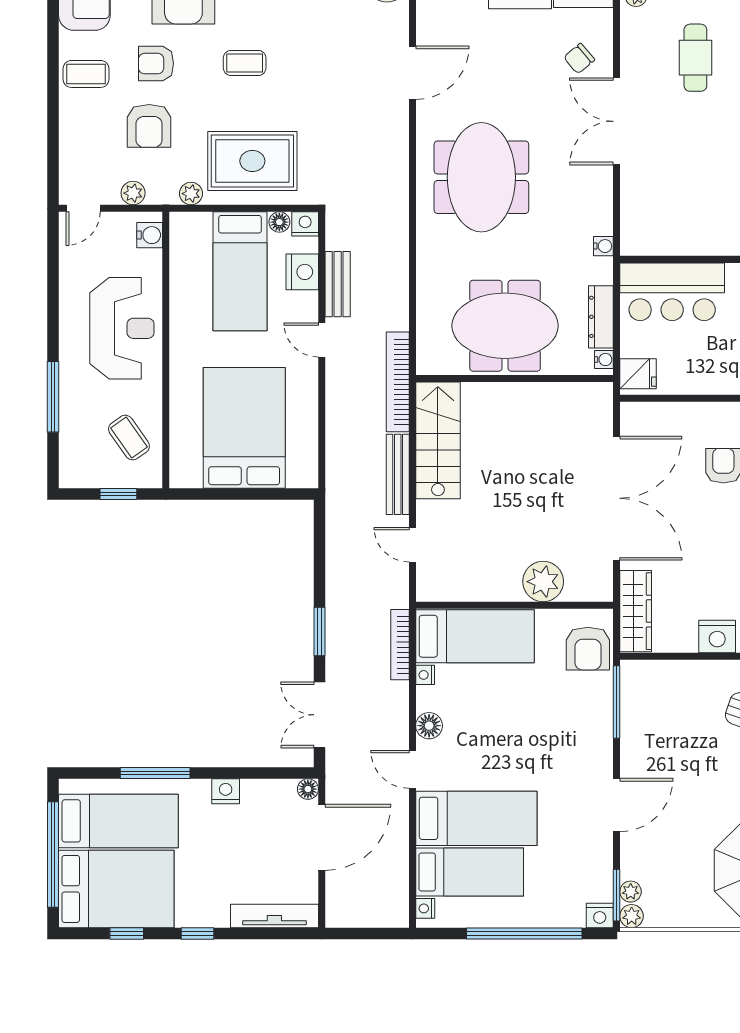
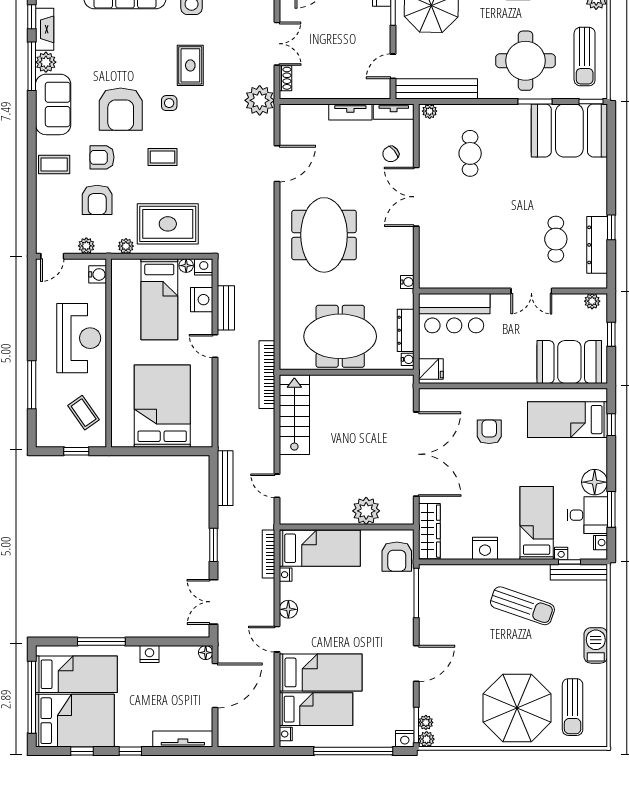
bench: (398, 474) -> (225, 478), moved

